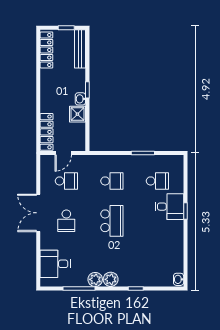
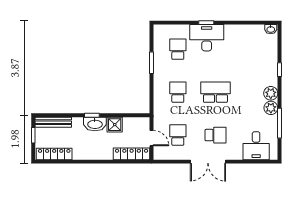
washbasin: (80, 99) -> (95, 124), width x1.91, depth x1.45
desk: (169, 207) -> (207, 38), width x1.37

